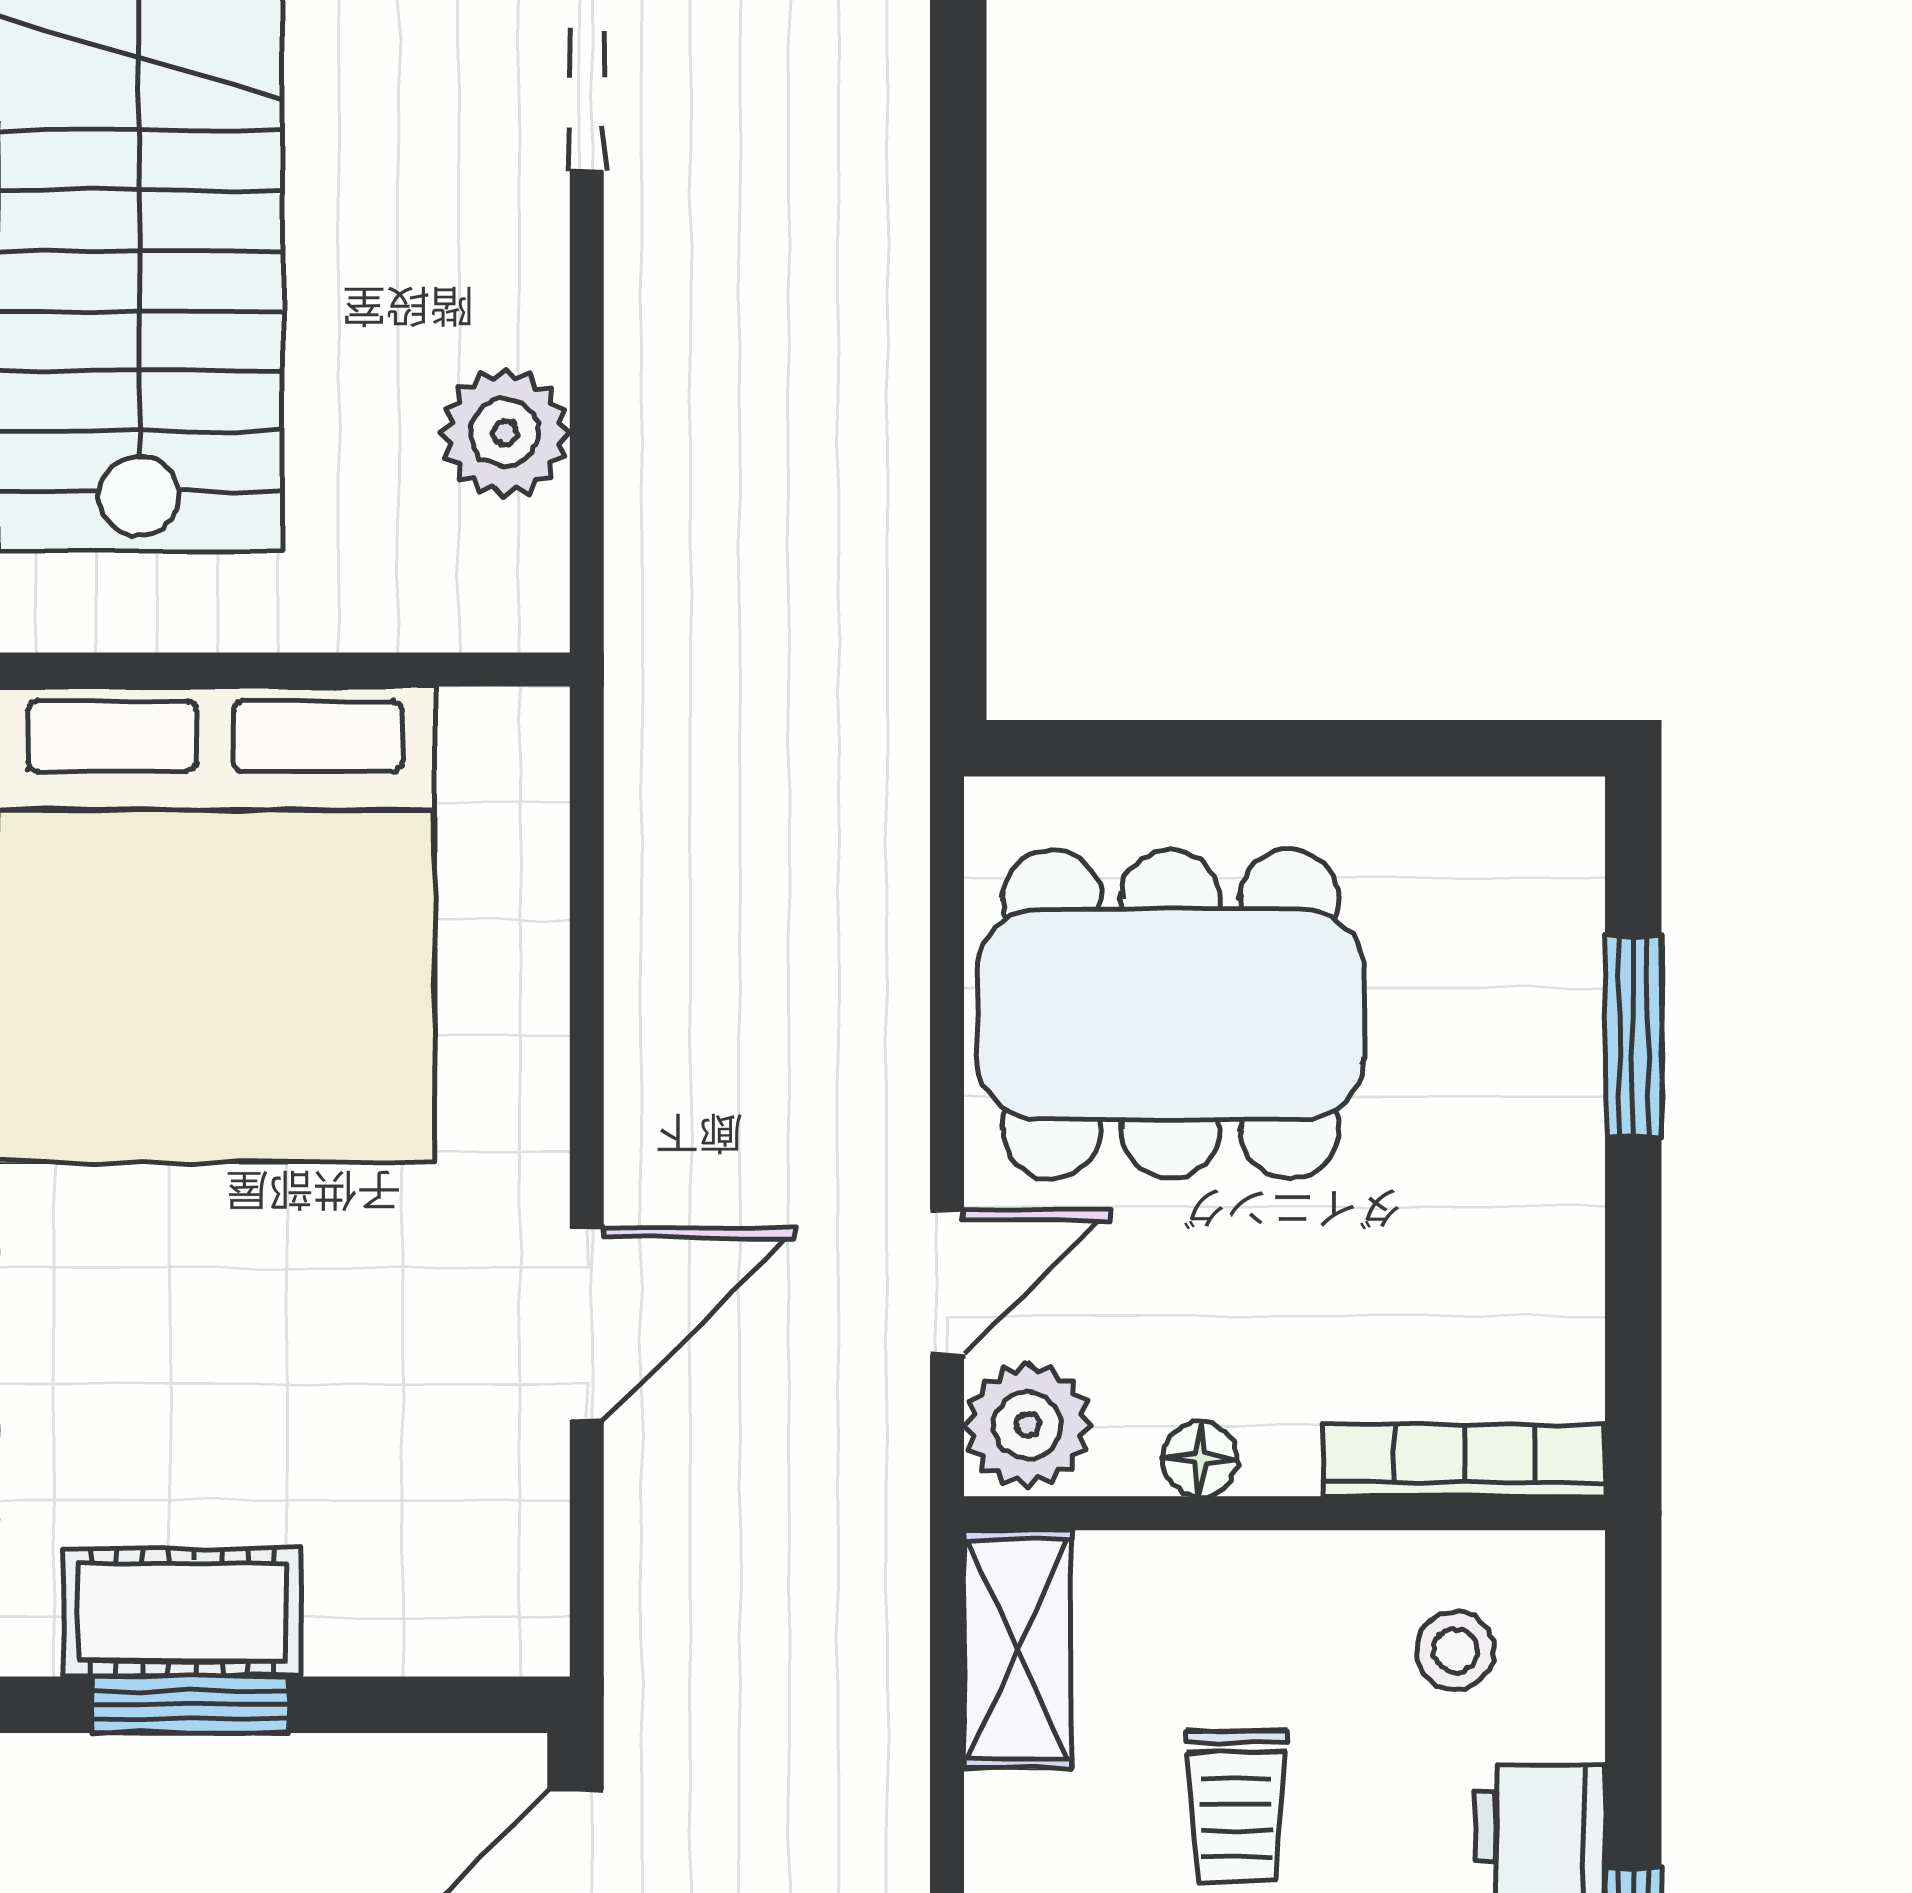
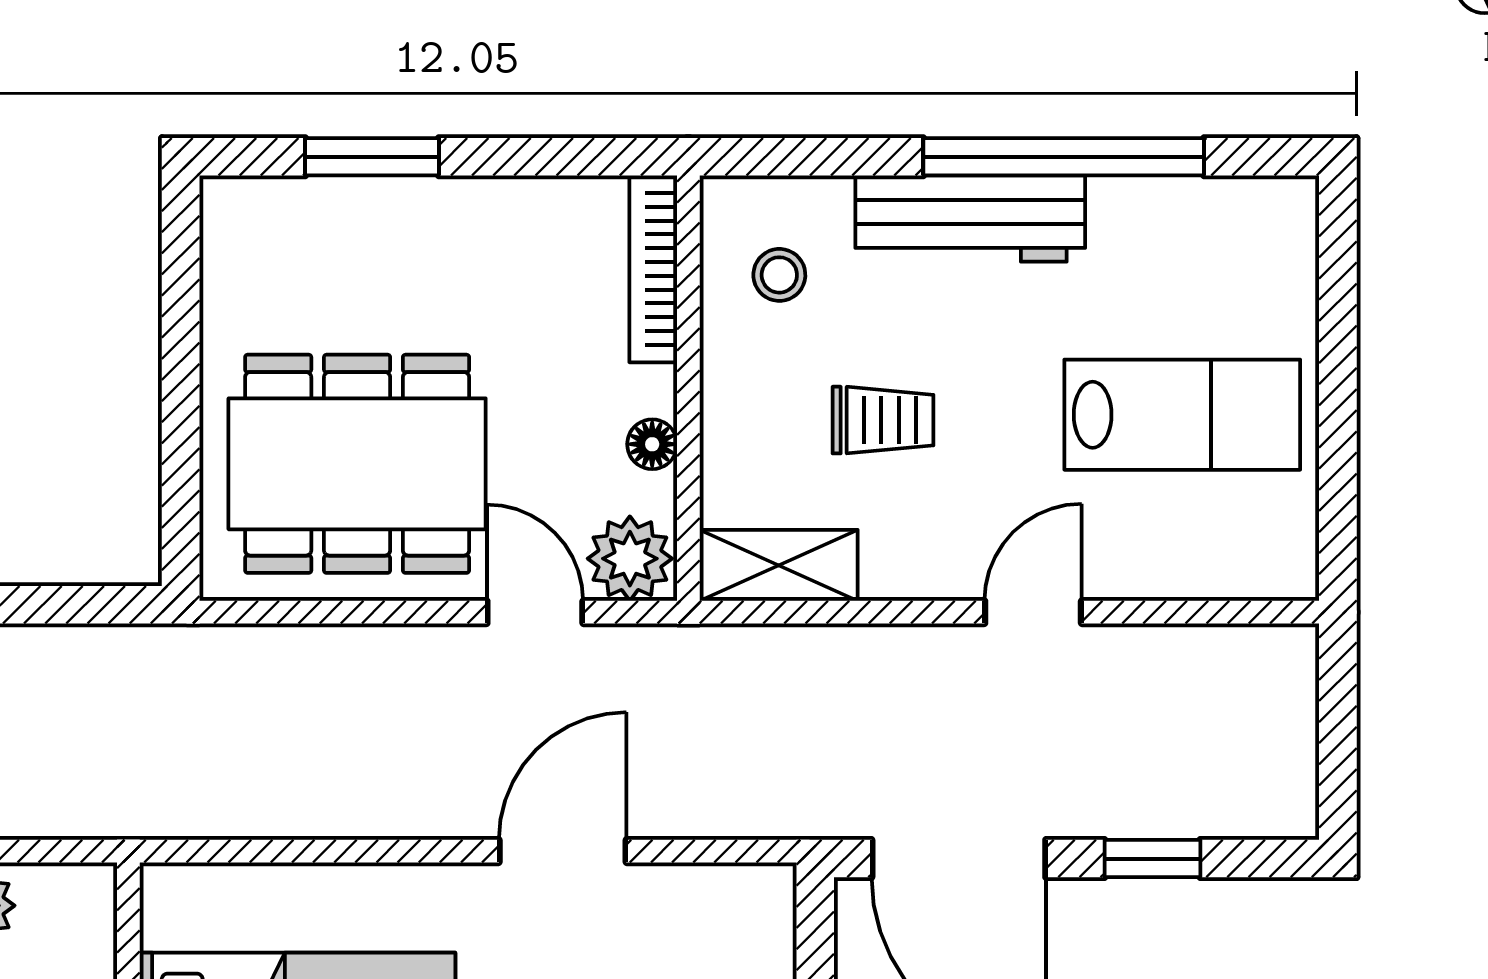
dining table: (1171, 1014) -> (357, 464), turned 90
door: (587, 1324) -> (563, 851), hinge flipped

